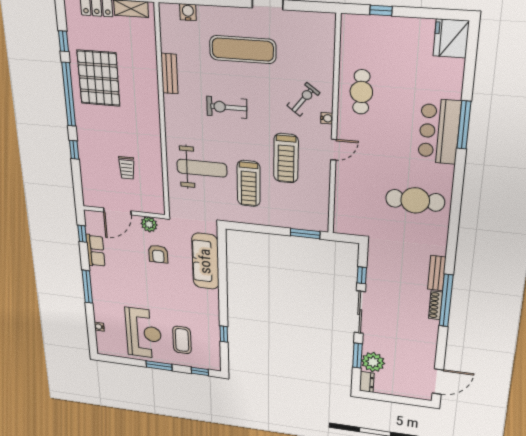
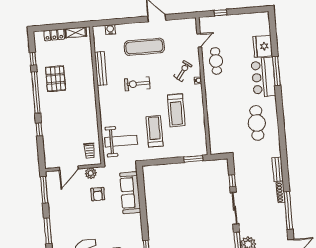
fridge: (451, 38) -> (263, 46), moved
bench: (169, 74) -> (101, 68), width x1.36
pallet: (99, 78) -> (56, 79), width x0.73, depth x0.71
door: (334, 150) -> (199, 40), moved
trolley: (127, 168) -> (89, 151), moved
weight bench: (202, 168) -> (121, 141), moved
treadmill: (249, 183) -> (155, 131), turned 180
cafe table: (415, 200) -> (257, 123), turned 90
window: (82, 234) -> (44, 190), width x2.17
row of seats: (95, 251) -> (54, 201), removed
window: (446, 301) -> (288, 210), moved

